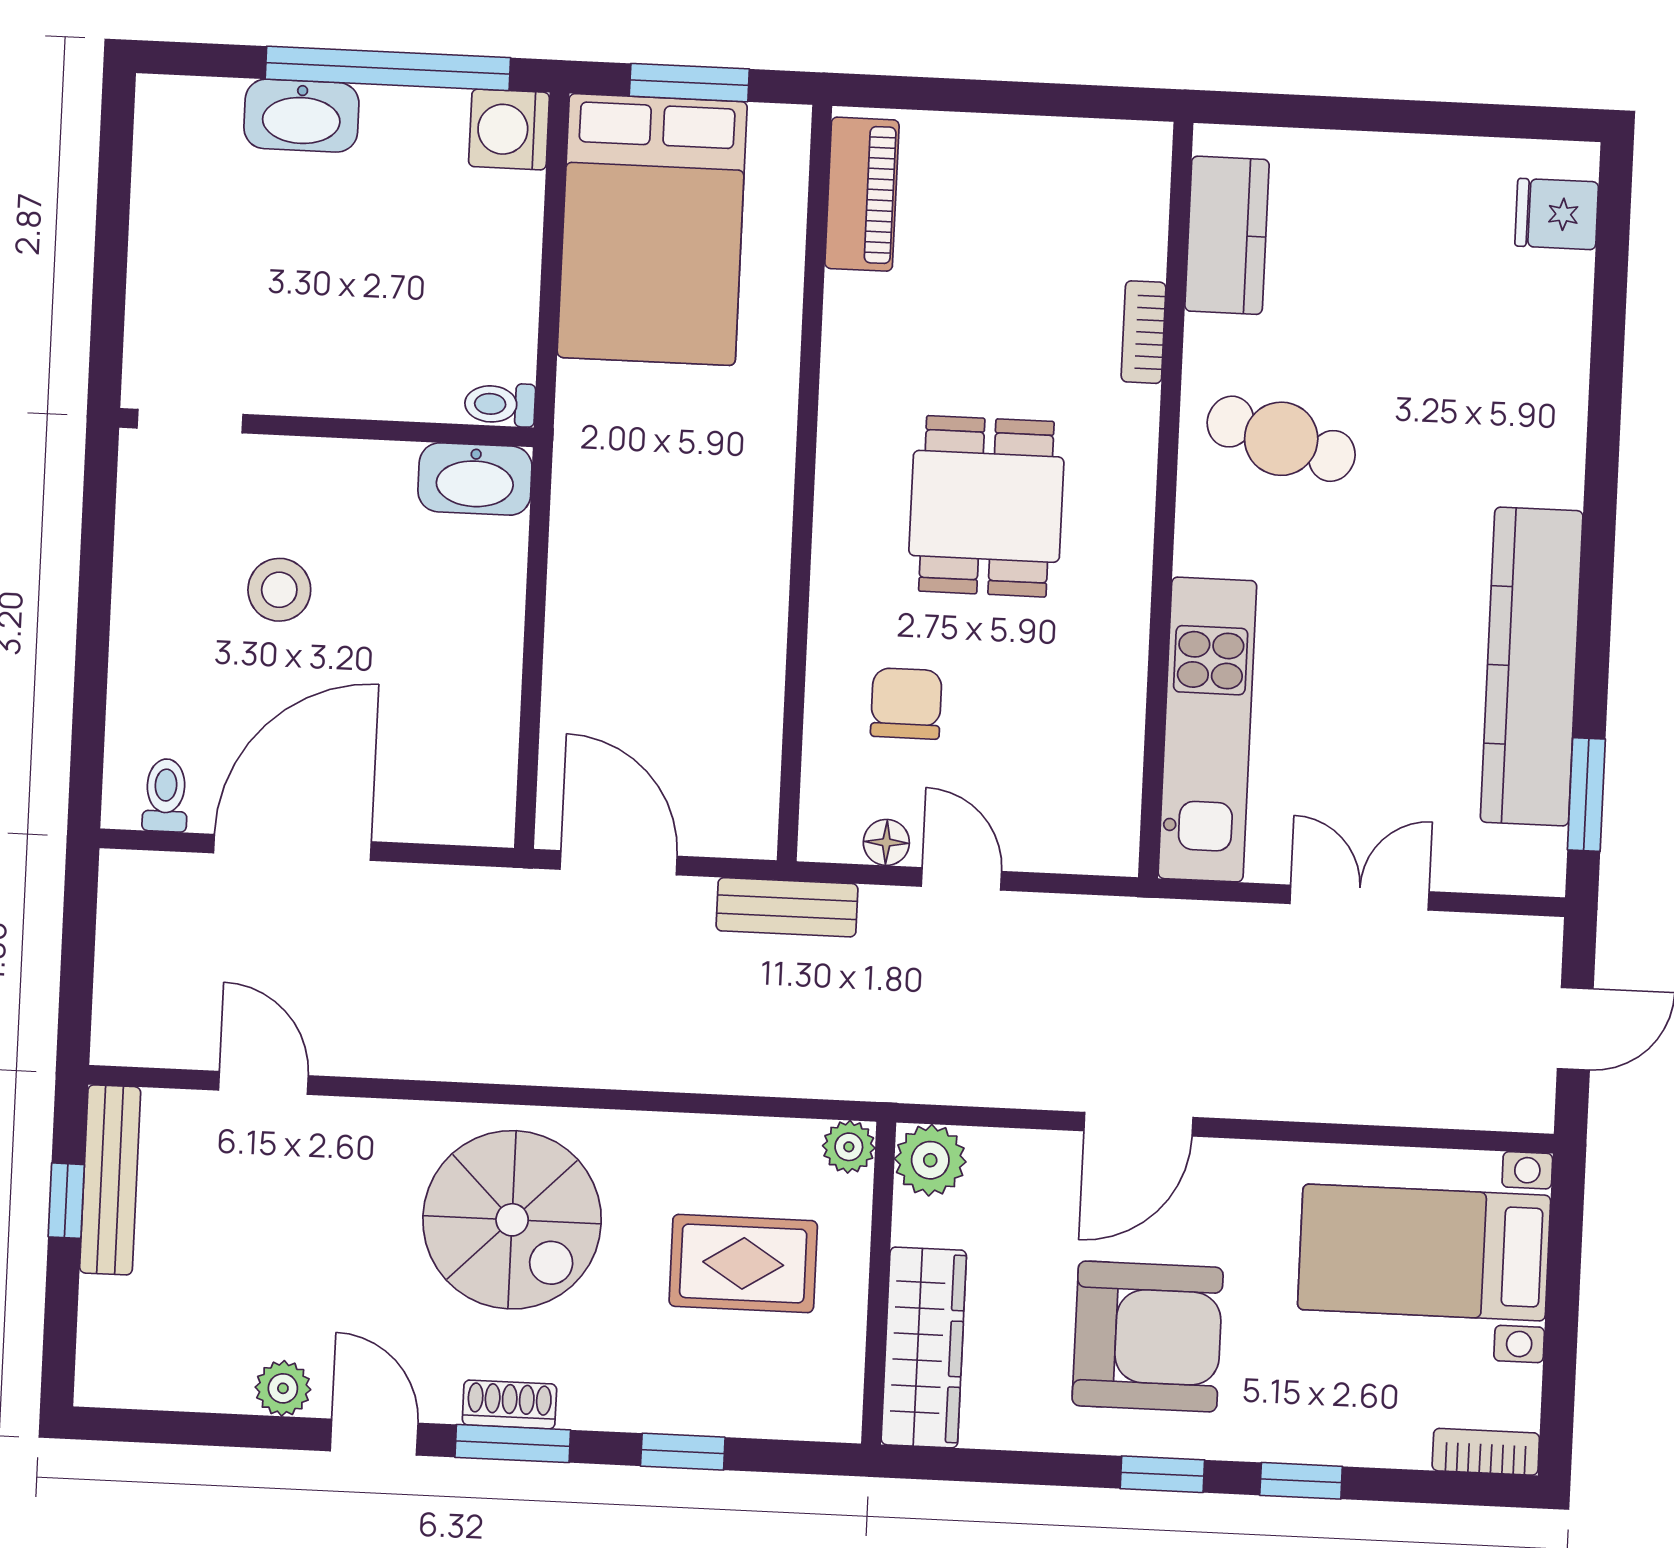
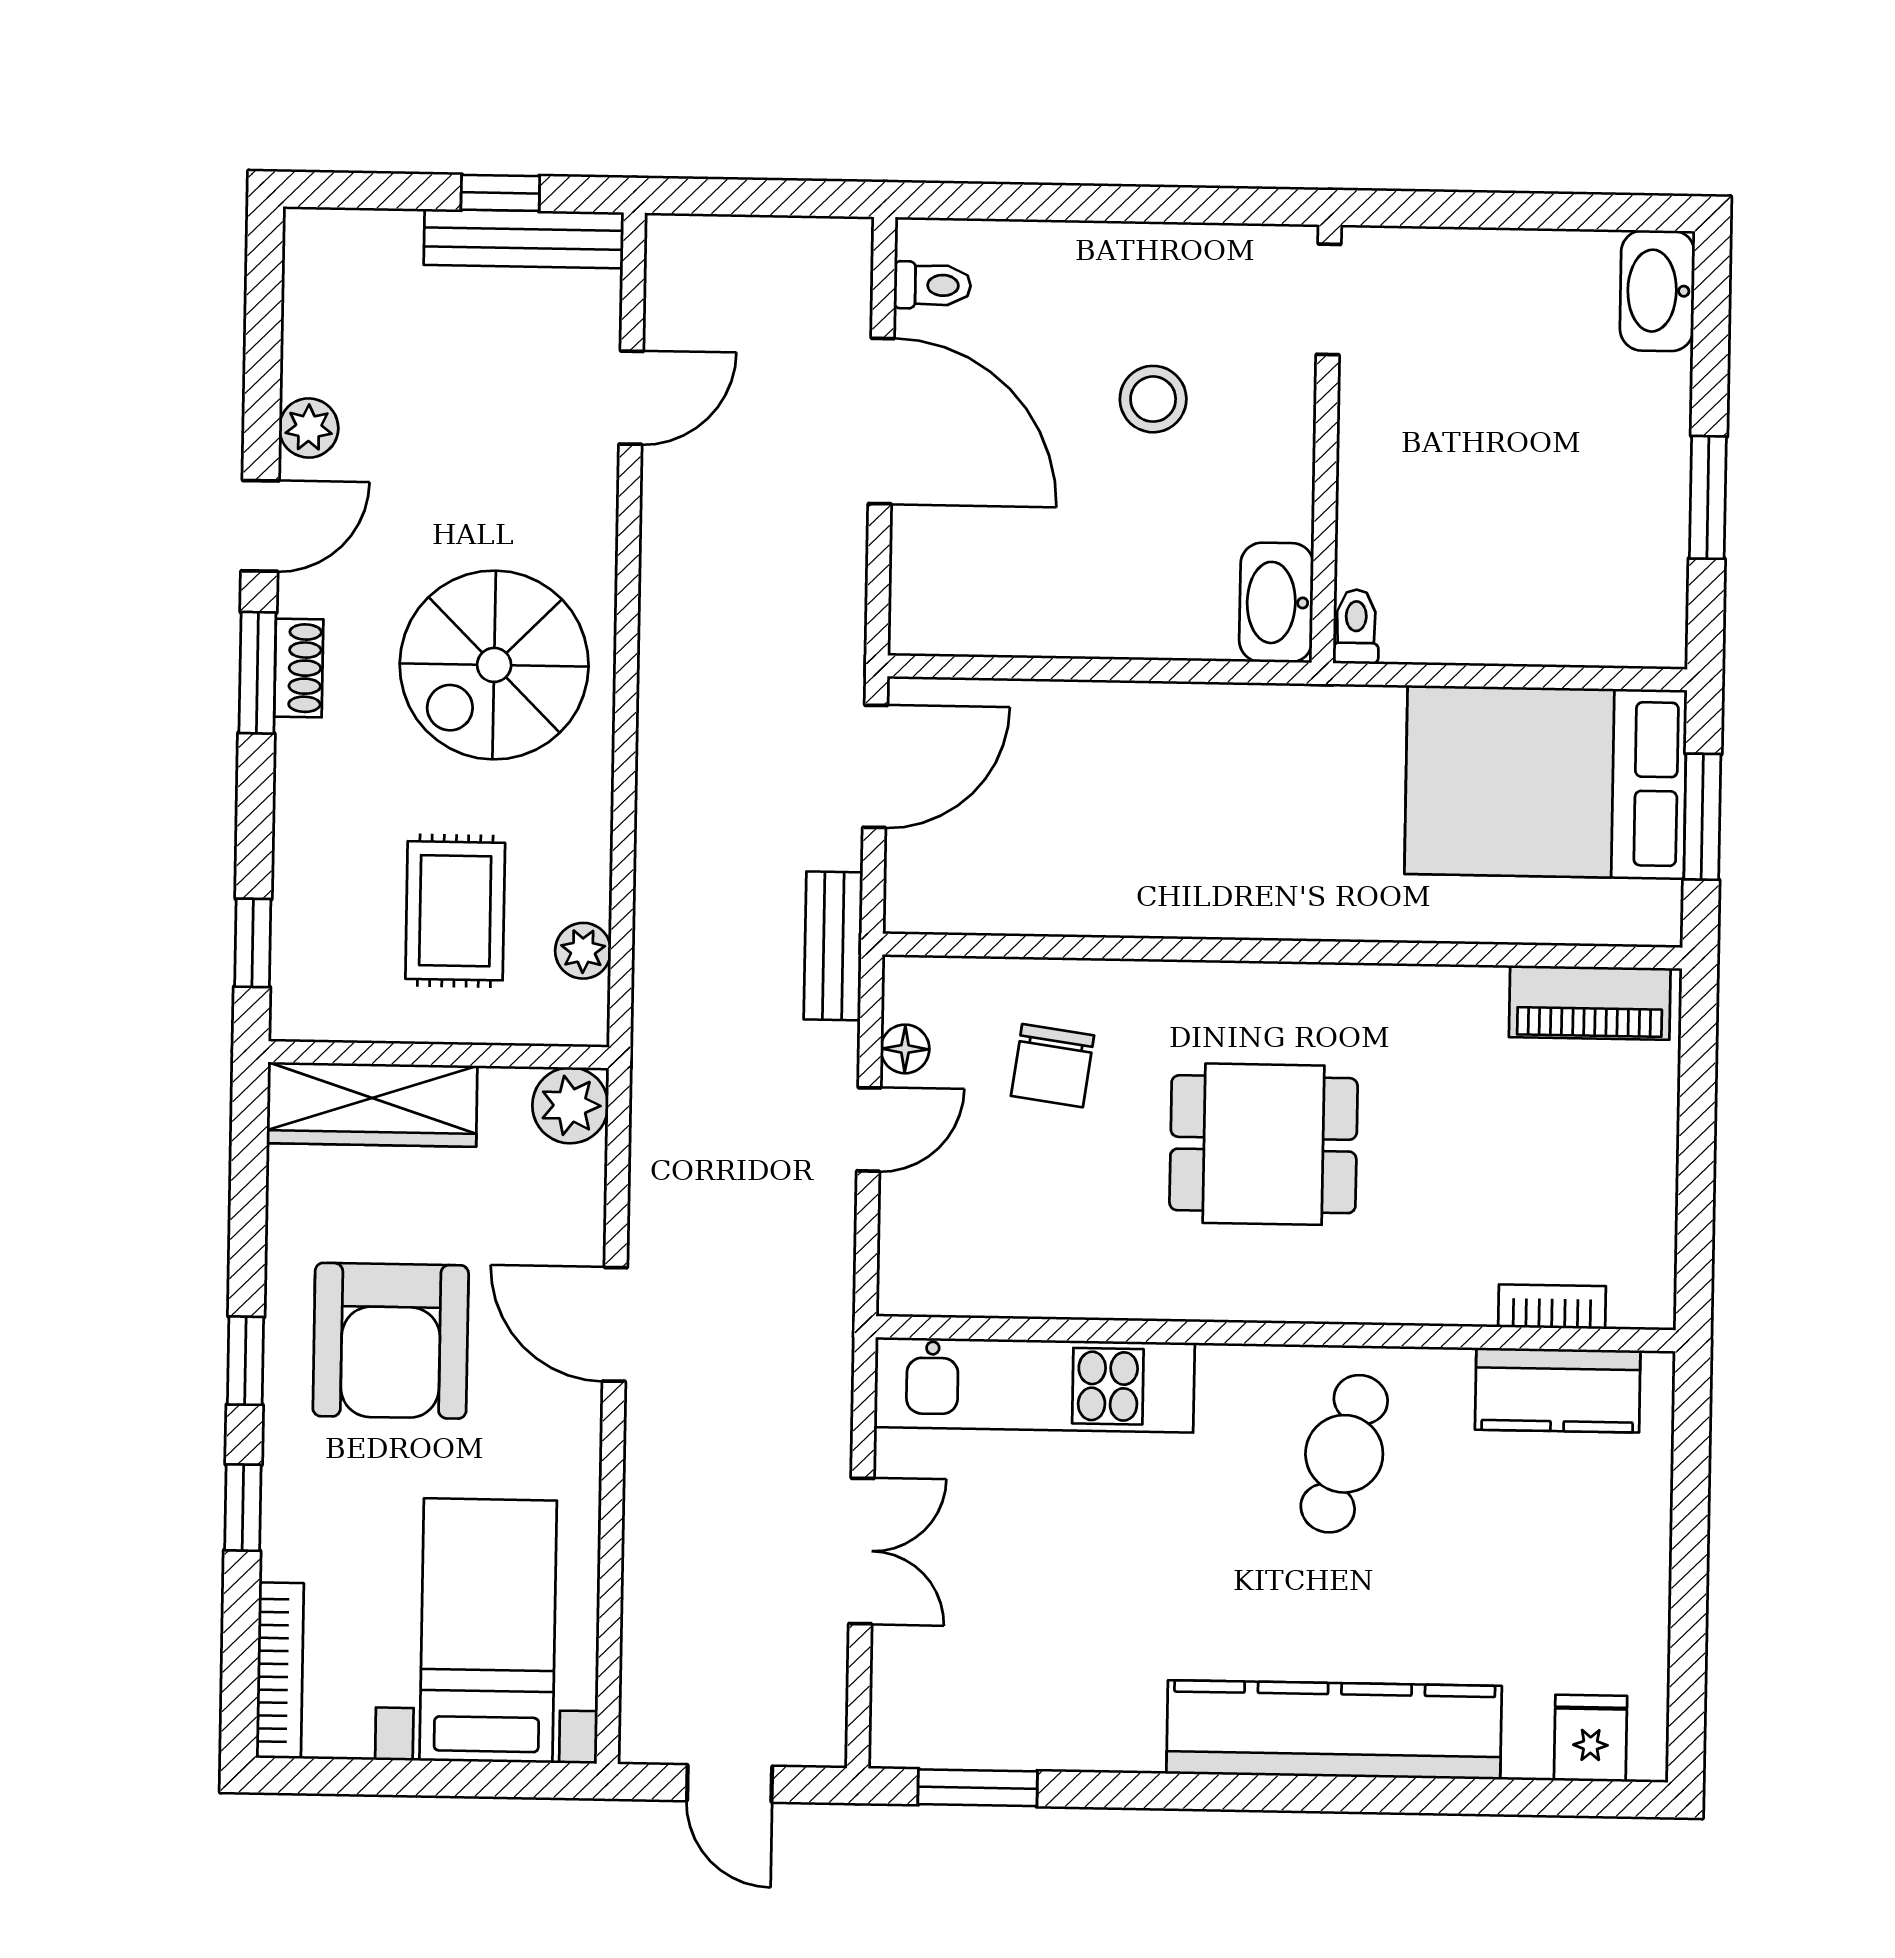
window: (388, 68) -> (1708, 497), width x0.47
washbasin: (301, 116) -> (1657, 291), moved
washing machine: (509, 129) -> (1647, 628), removed
bookcase: (1144, 332) -> (1552, 1307), moved
kitchen counter: (1532, 666) -> (1334, 1730), moved
chair: (906, 703) -> (1053, 1066), turned 98
plant: (849, 1147) -> (583, 951), moved
window: (683, 1452) -> (253, 943), moved
bookcase: (1486, 1452) -> (280, 1670), width x1.56

